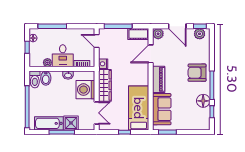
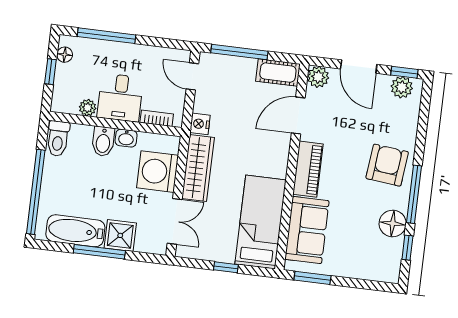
armchair: (197, 73) -> (387, 165), turned 96
bidet: (46, 78) -> (103, 141), moved

